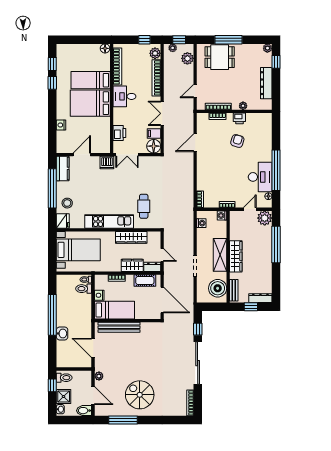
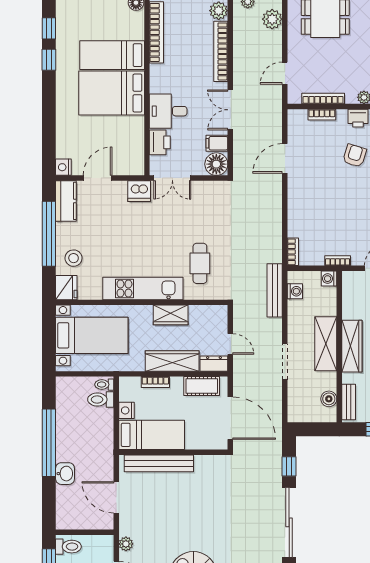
desk: (124, 96) -> (168, 111), moved
nightstand: (61, 125) -> (63, 167), moved
bench: (189, 223) -> (275, 290), added
wardrobe: (131, 237) -> (171, 315), width x0.67
wardrobe: (132, 265) -> (172, 361), width x1.50
boiler: (218, 288) -> (329, 399), width x0.54, depth x0.54

